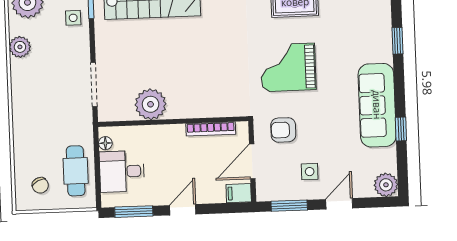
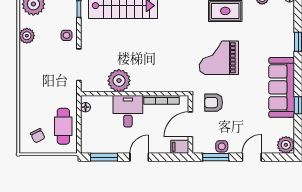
side table: (73, 18) -> (67, 35), moved
desk: (122, 171) -> (128, 111), moved, turned 90
side table: (310, 172) -> (222, 146), moved

